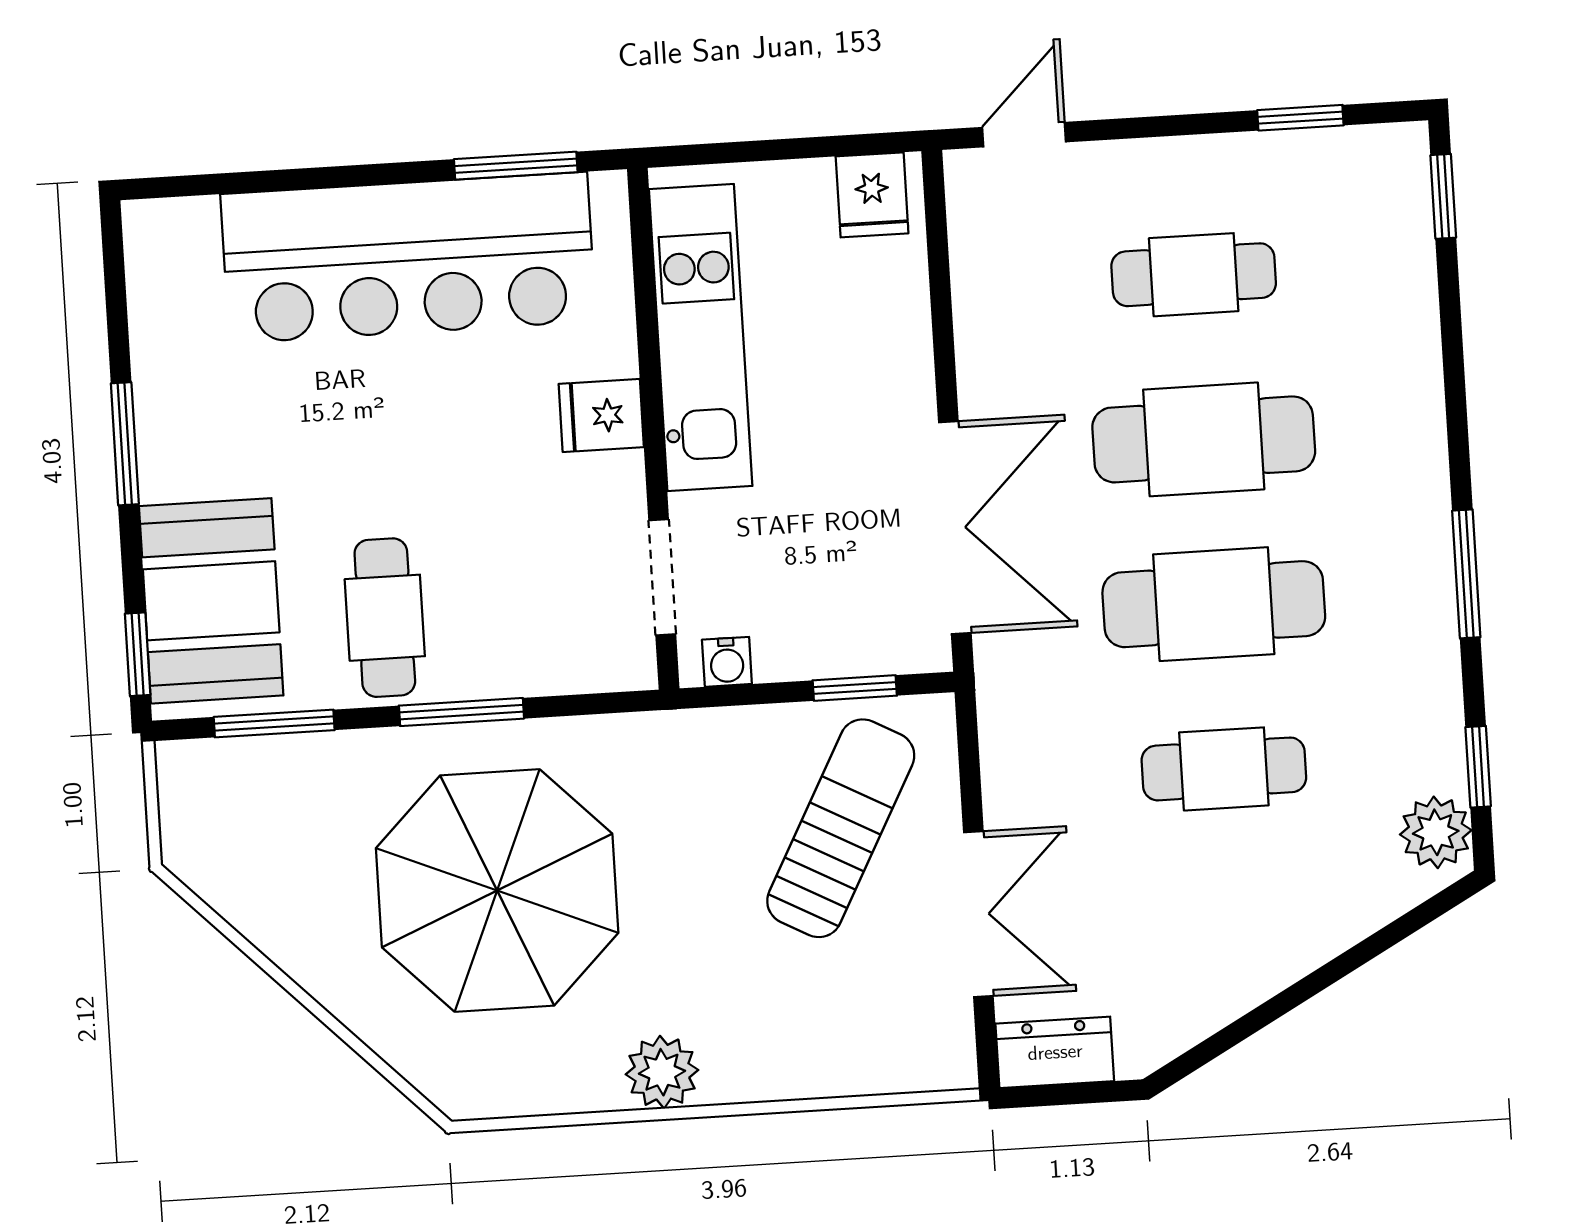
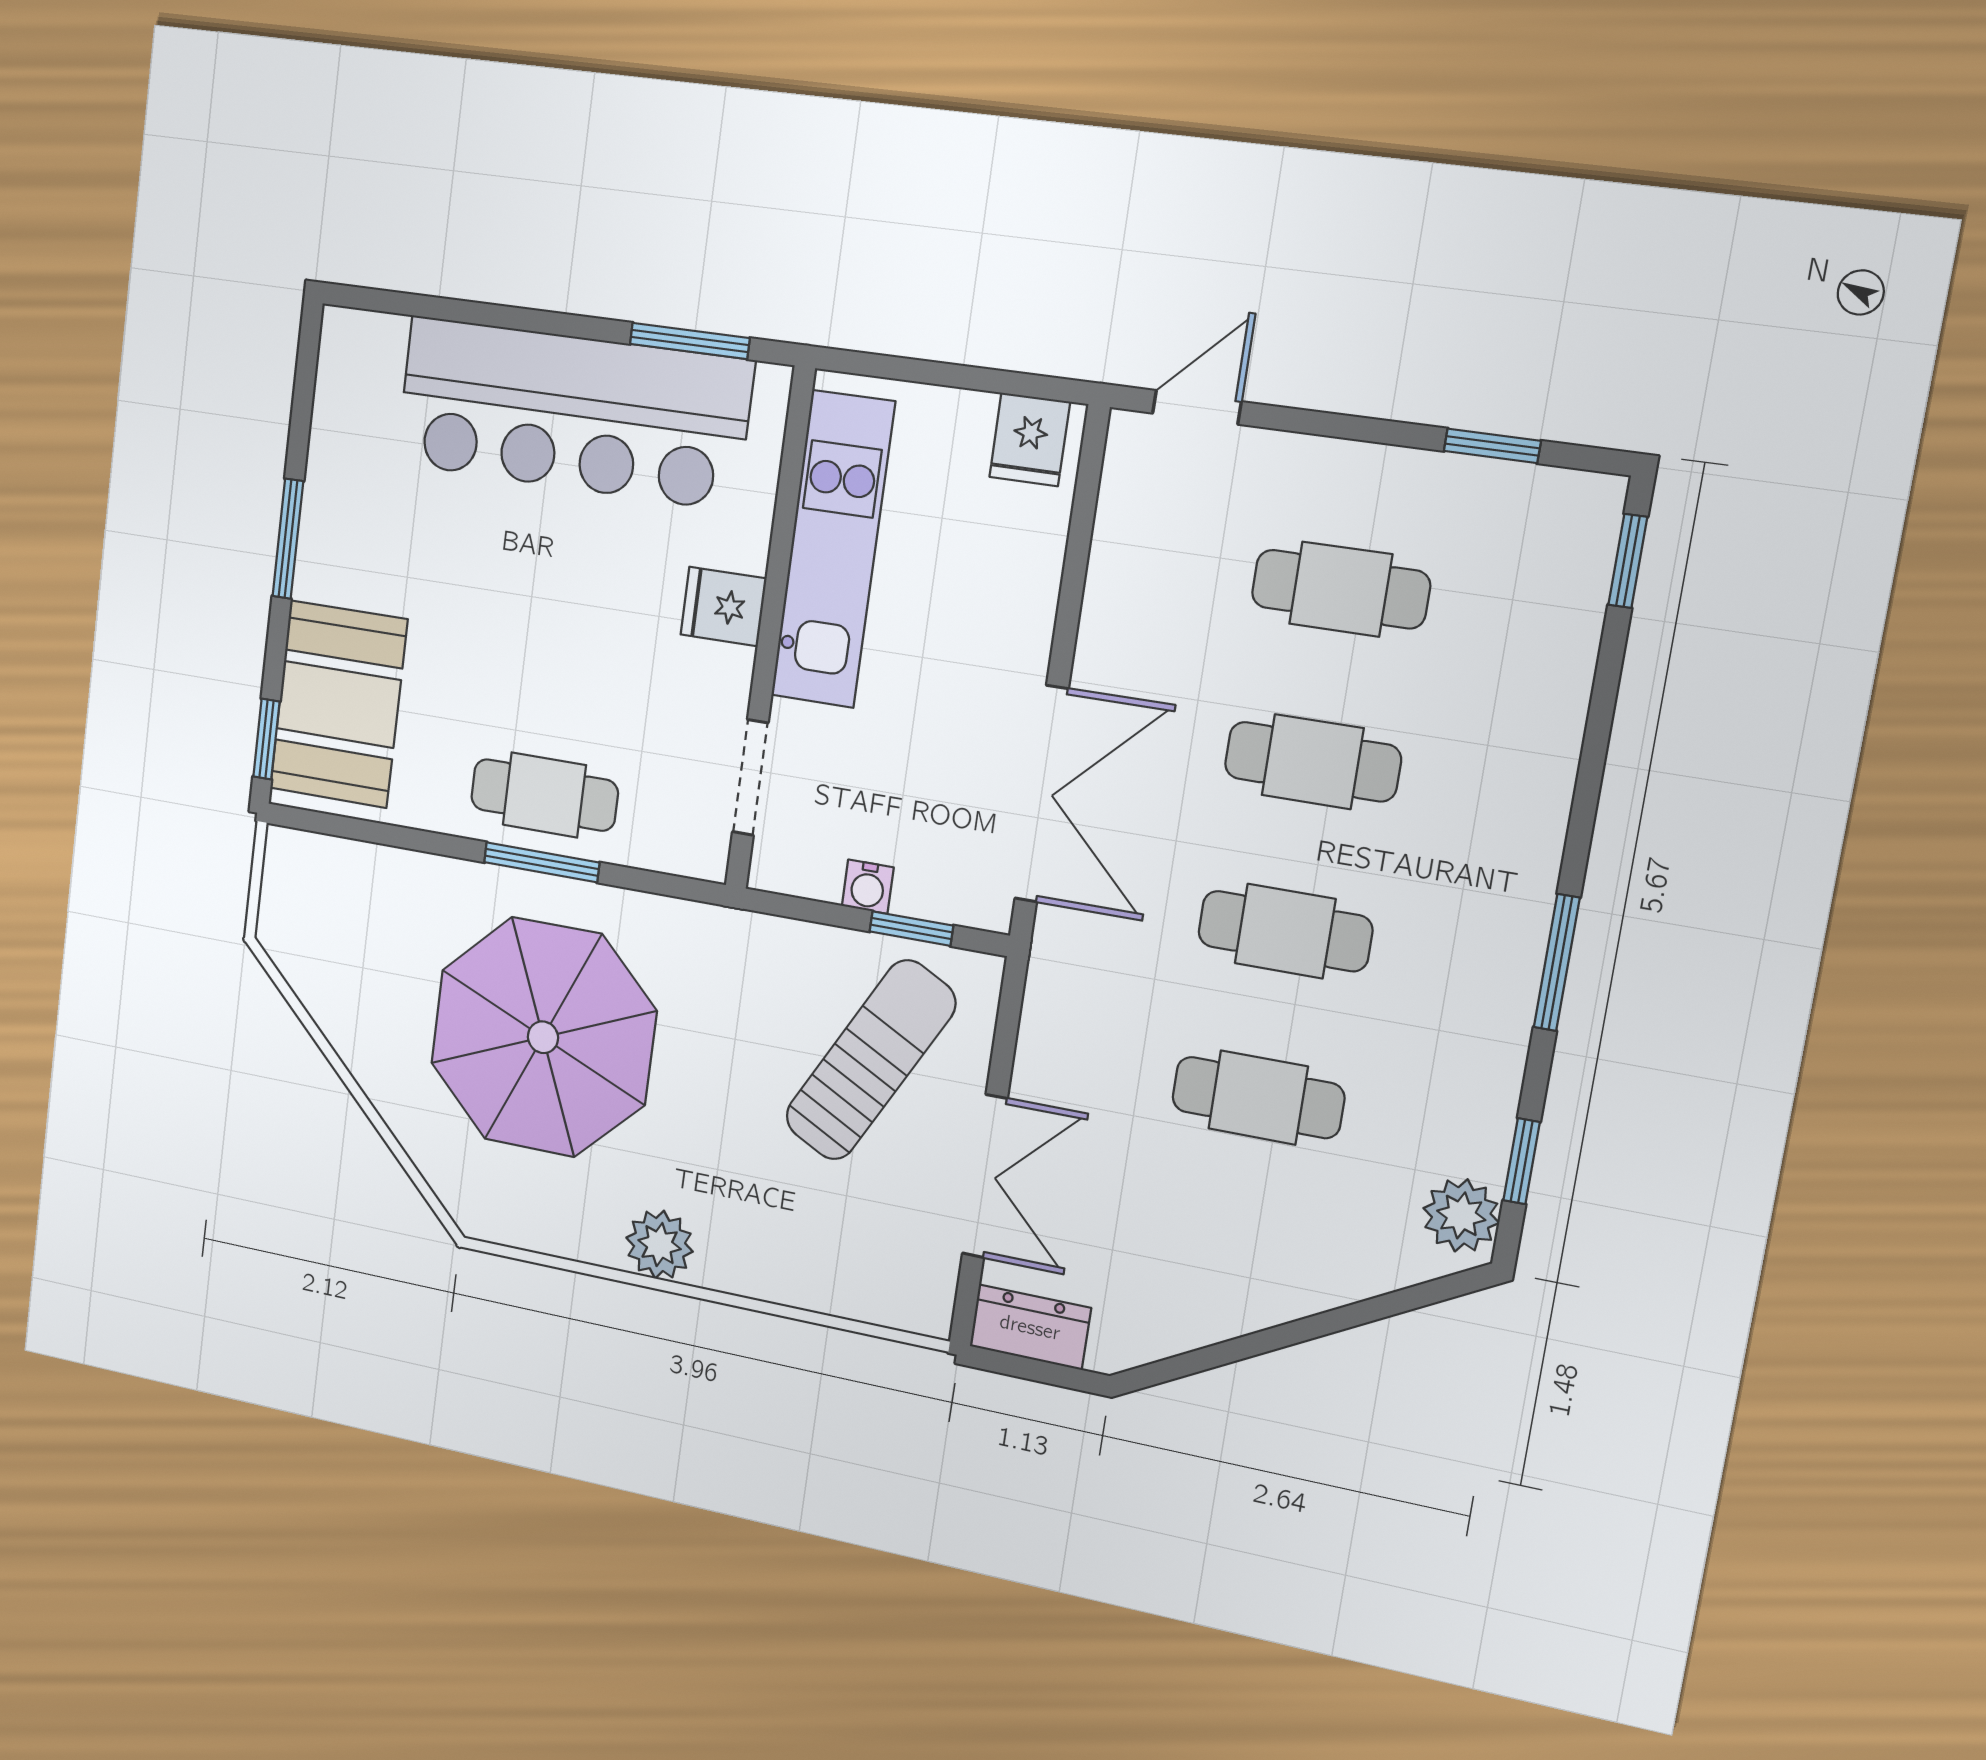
cafe table: (1204, 439) -> (1313, 762), width x0.73, depth x0.74
cafe table: (1214, 604) -> (1285, 931), width x0.73, depth x0.74
cafe table: (385, 618) -> (544, 795), moved, turned 90
water cooler: (727, 662) -> (868, 887), moved
window: (274, 724) -> (374, 832), removed

